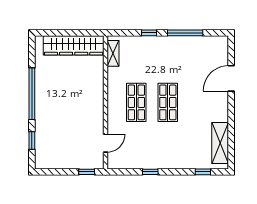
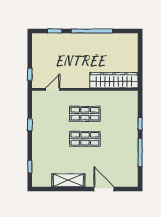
wardrobe: (74, 45) -> (114, 80), moved, turned 90
shelving: (113, 53) -> (124, 95), removed
door: (106, 143) -> (53, 89), swing flipped
shelving: (220, 143) -> (68, 180), moved

